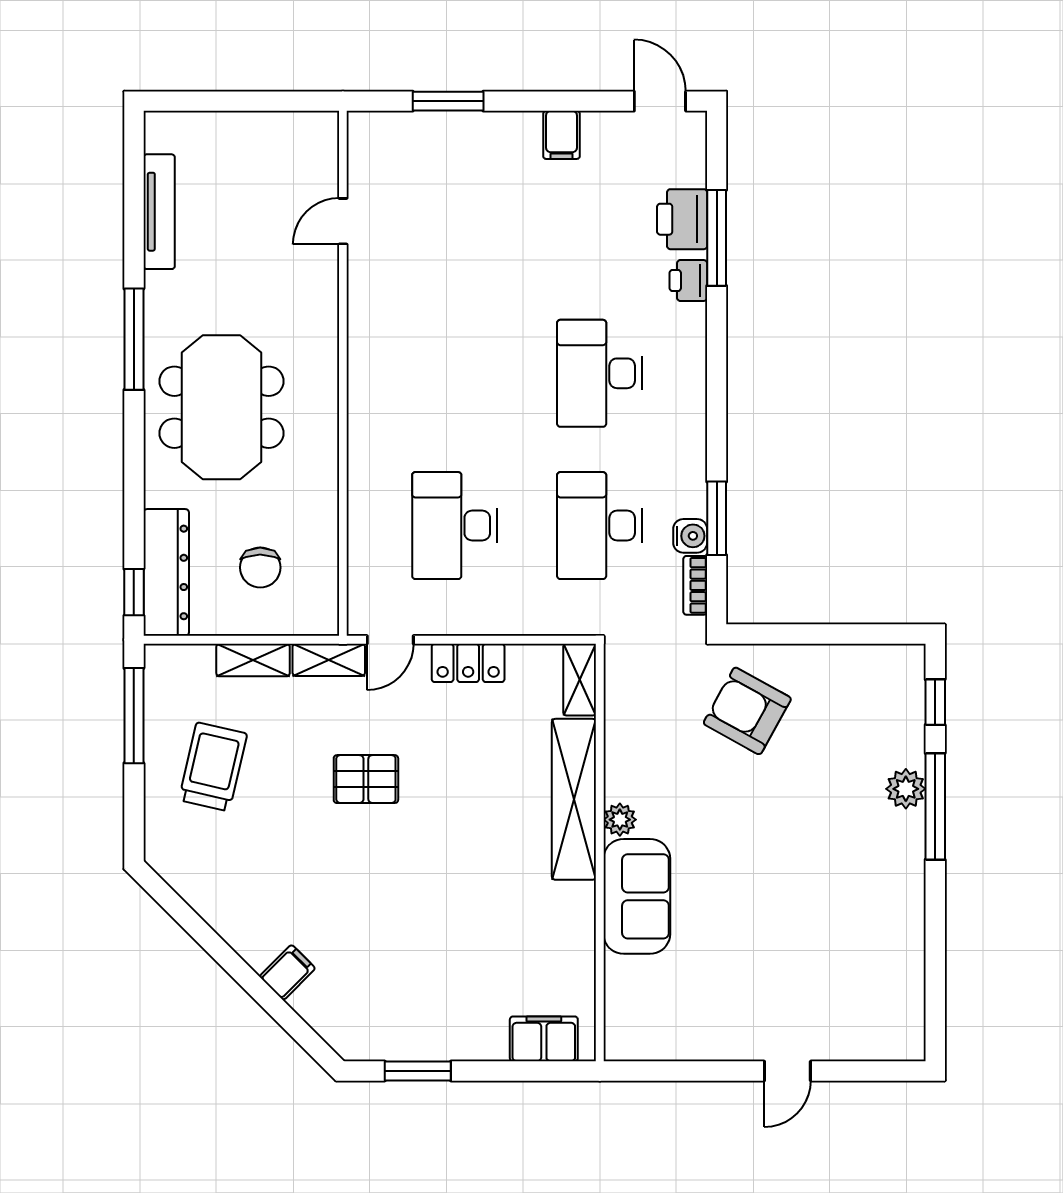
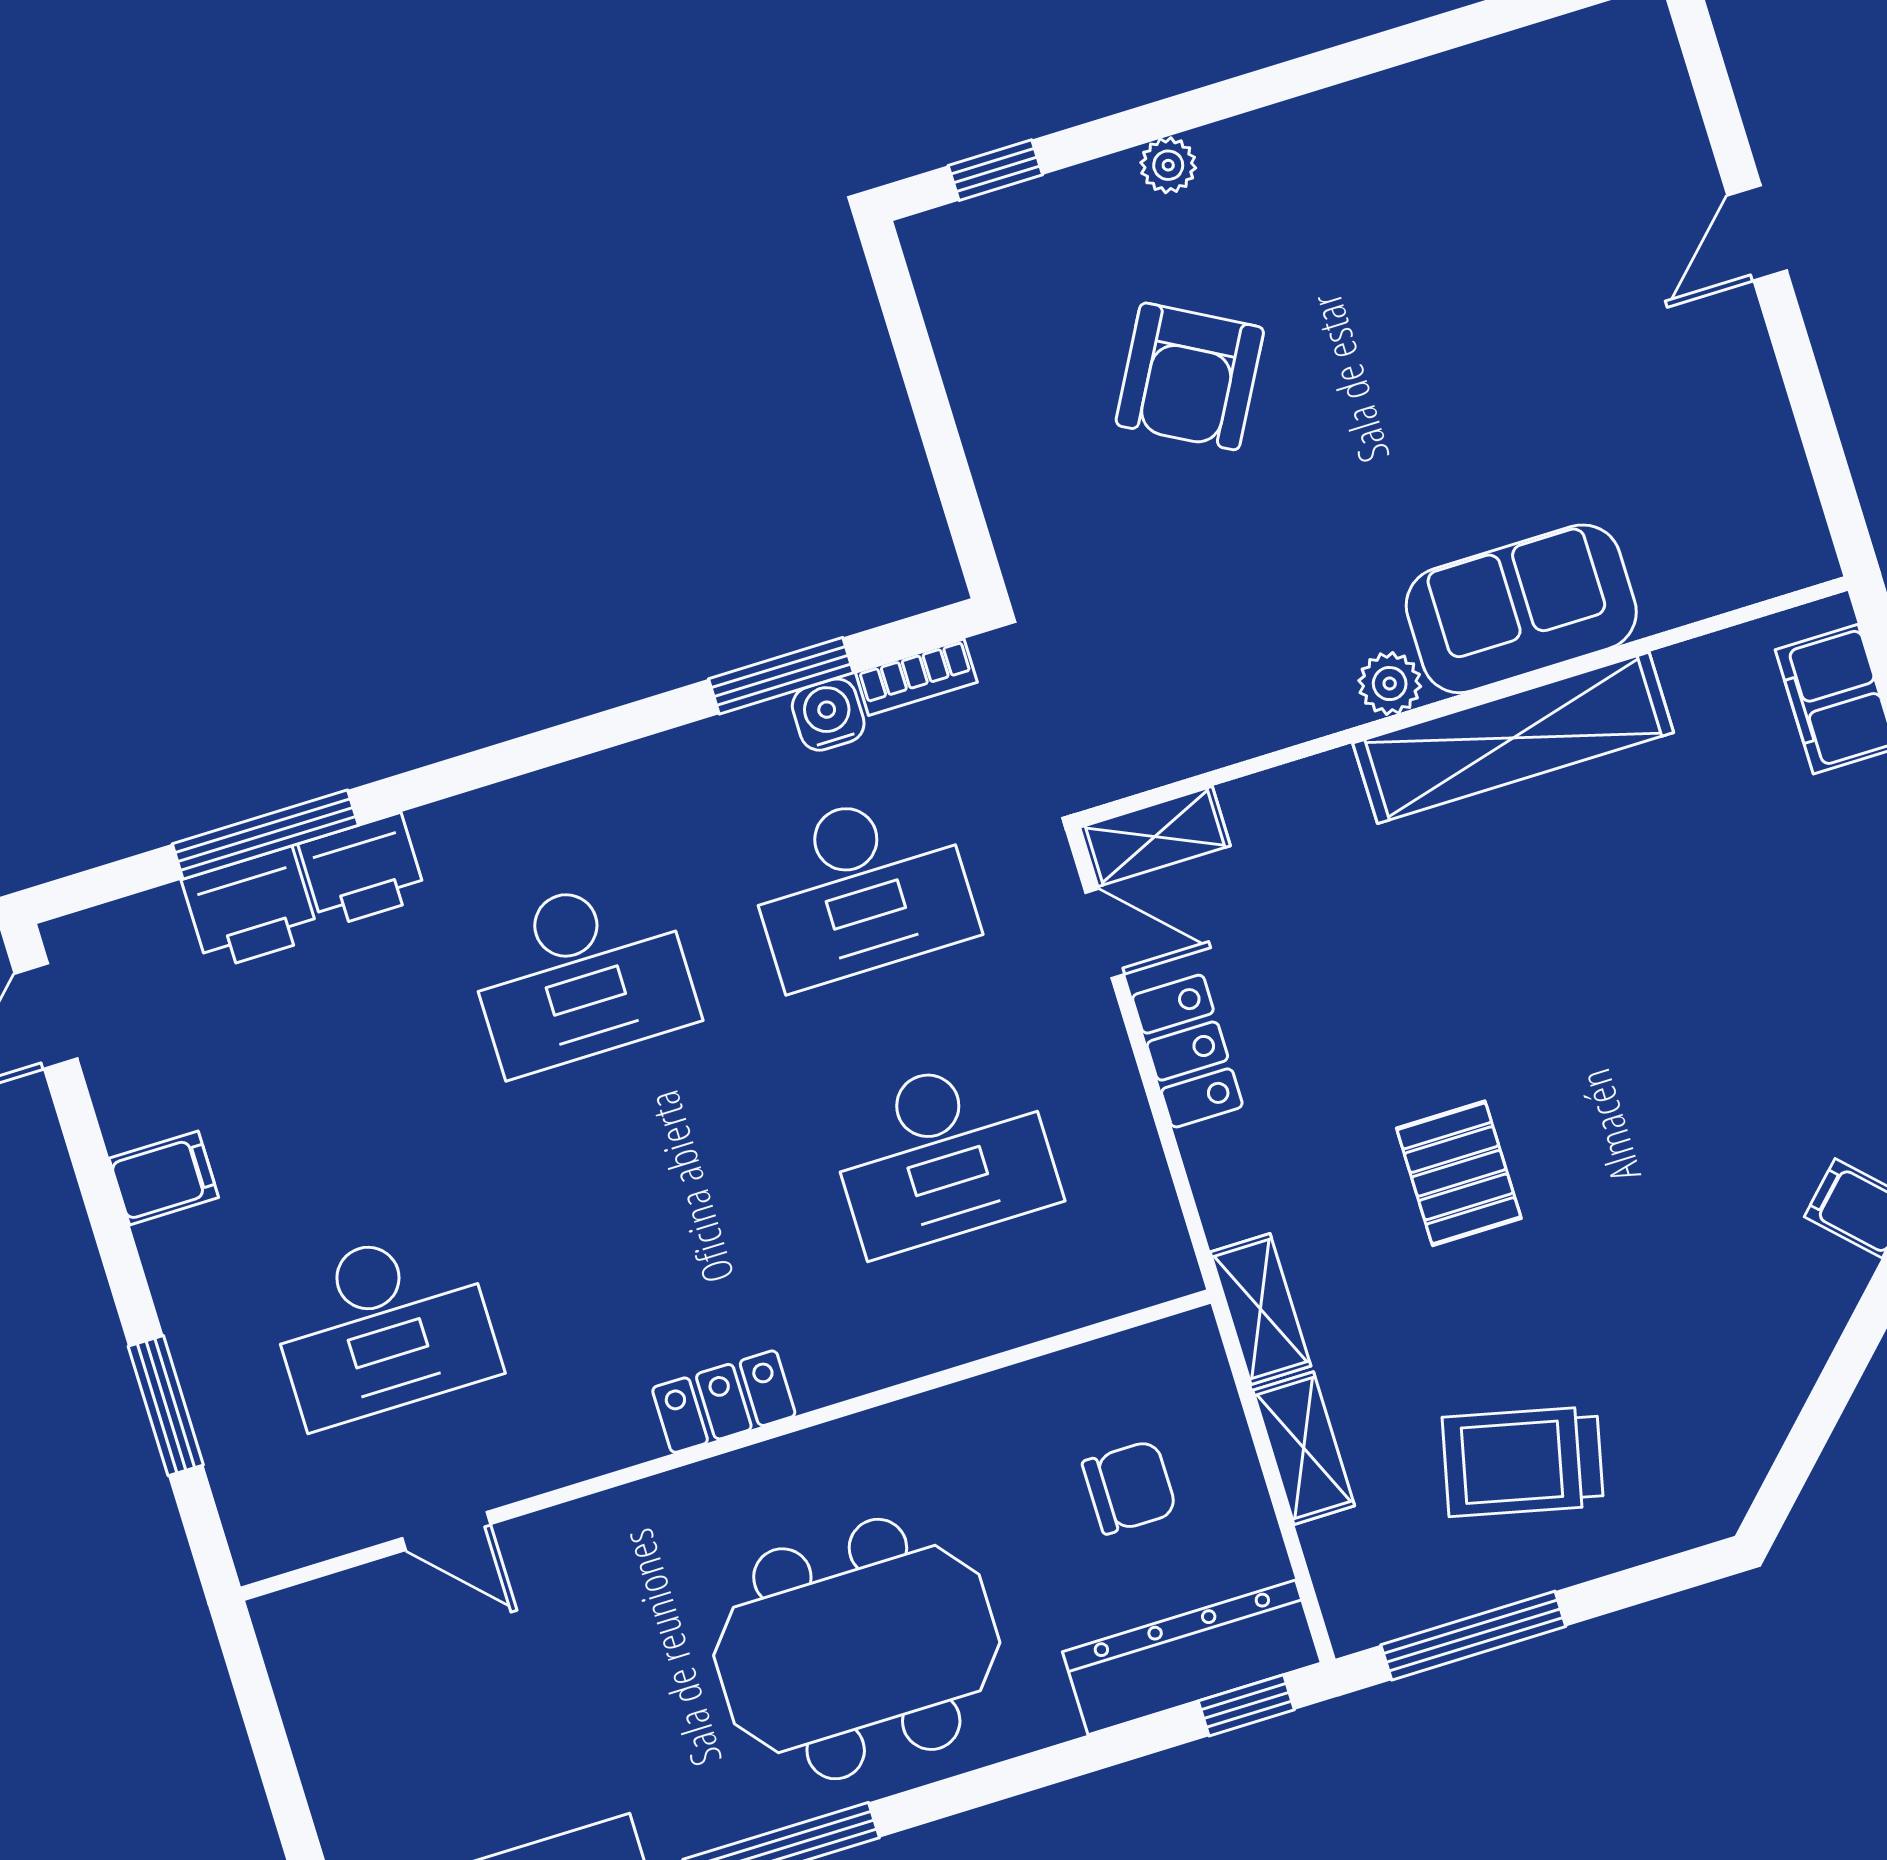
desk: (454, 221) -> (383, 1326), added
printer: (688, 281) -> (362, 871), width x1.36, depth x1.24
locker: (365, 379) -> (724, 1402), added
door: (390, 640) -> (1105, 933), moved
armchair: (747, 711) -> (1190, 376), moved
plant: (906, 789) -> (1168, 165), width x0.73, depth x0.73
shelving: (574, 799) -> (1513, 738), moved
window: (935, 806) -> (1187, 111), removed
door: (787, 1071) -> (1757, 233), swing flipped

